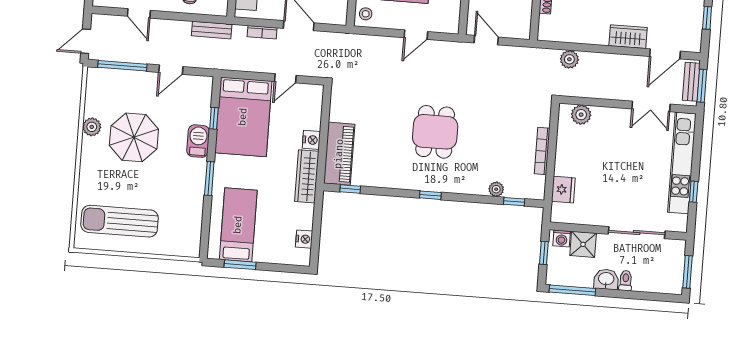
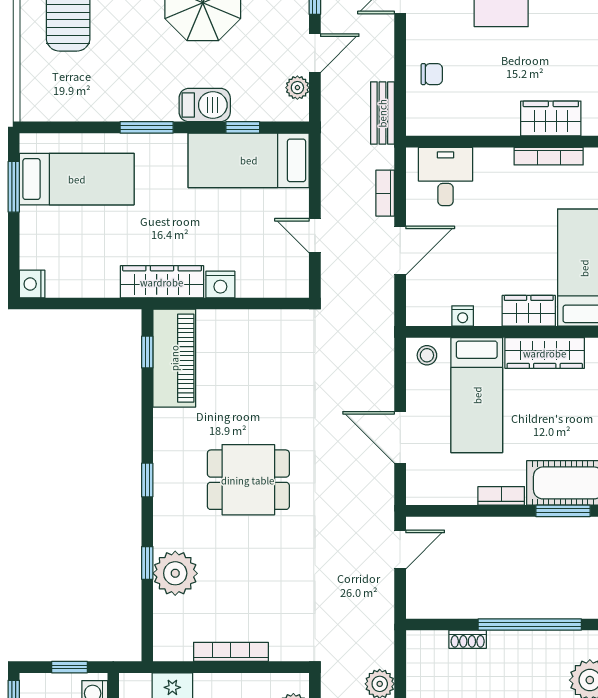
door: (416, 35) -> (400, 437), width x1.38
door: (171, 70) -> (315, 53), swing flipped
plant: (192, 82) -> (297, 88), added
bed: (243, 117) -> (249, 160), width x0.67
piano: (339, 154) -> (174, 358), moved, turned -90
plant: (496, 189) -> (175, 573), width x1.88, depth x1.88
window: (514, 202) -> (147, 563), moved
nightstand: (304, 239) -> (32, 284), moved, turned 90

